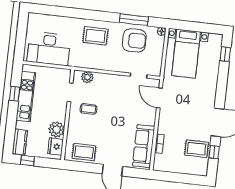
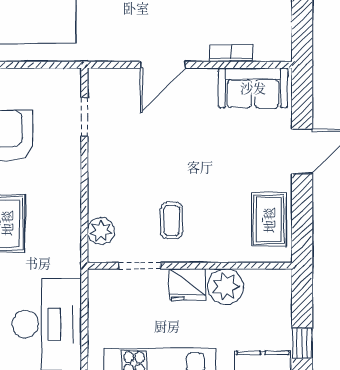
door: (159, 98) -> (163, 65), moved
fridge: (55, 146) -> (187, 285), moved
sofa: (144, 146) -> (253, 88), width x0.73

